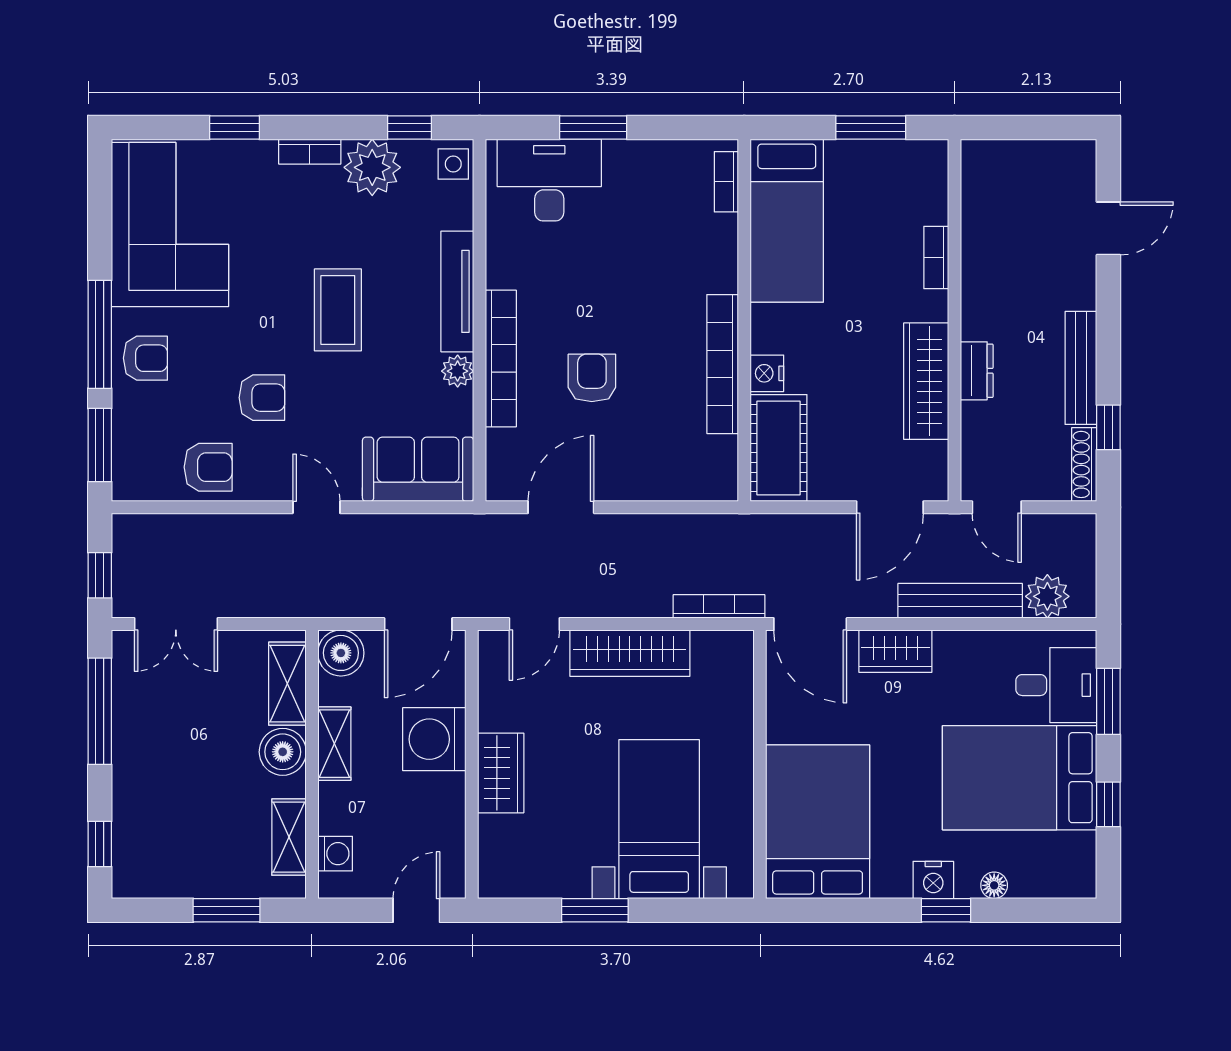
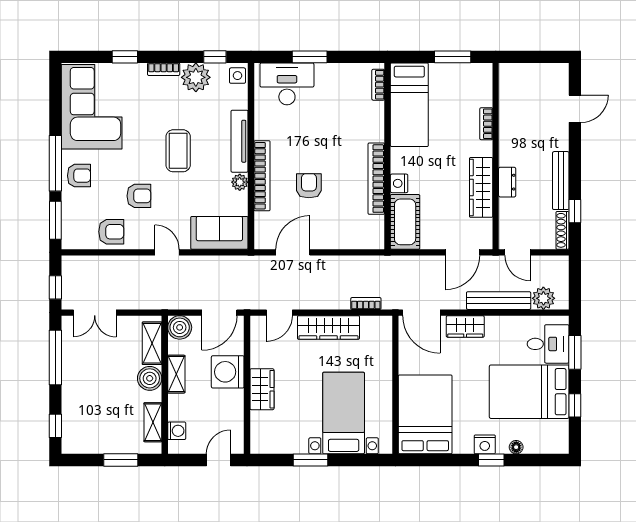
bookcase: (719, 606) -> (366, 303), width x0.64

